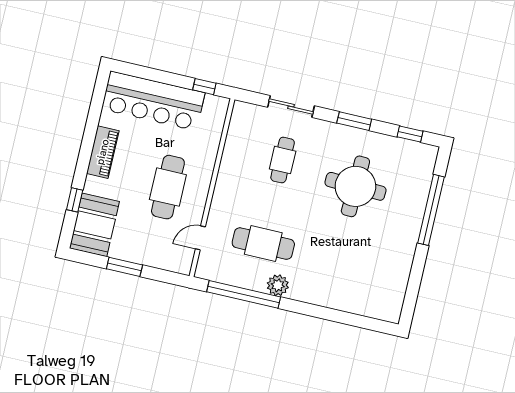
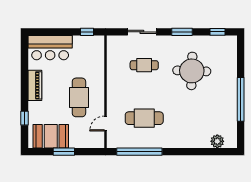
bar counter: (153, 101) -> (50, 48), width x0.73
cafe table: (283, 160) -> (144, 65), turned 90
window: (431, 210) -> (241, 99), moved
booth: (94, 225) -> (51, 136), moved, turned 90
plant: (278, 285) -> (217, 141), moved

